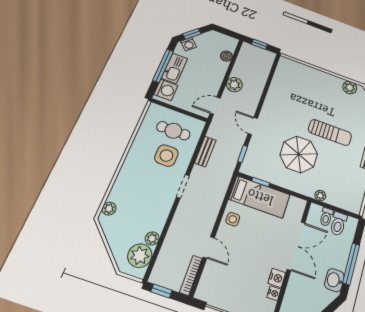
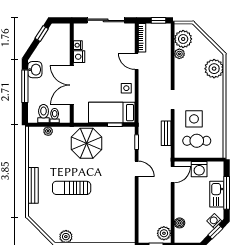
plant: (234, 85) -> (164, 233), moved
washing machine: (166, 90) -> (199, 169), moved, turned -90
parasol: (299, 154) -> (86, 143), moved
plant: (320, 196) -> (48, 131), moved
plant: (109, 209) -> (214, 69), width x1.87, depth x1.87

